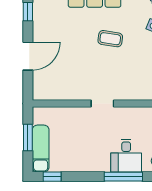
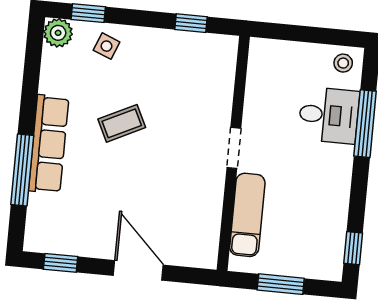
coffee table: (110, 39) -> (122, 123), turned 55
exam couch: (41, 148) -> (247, 215), moved, turned 90

